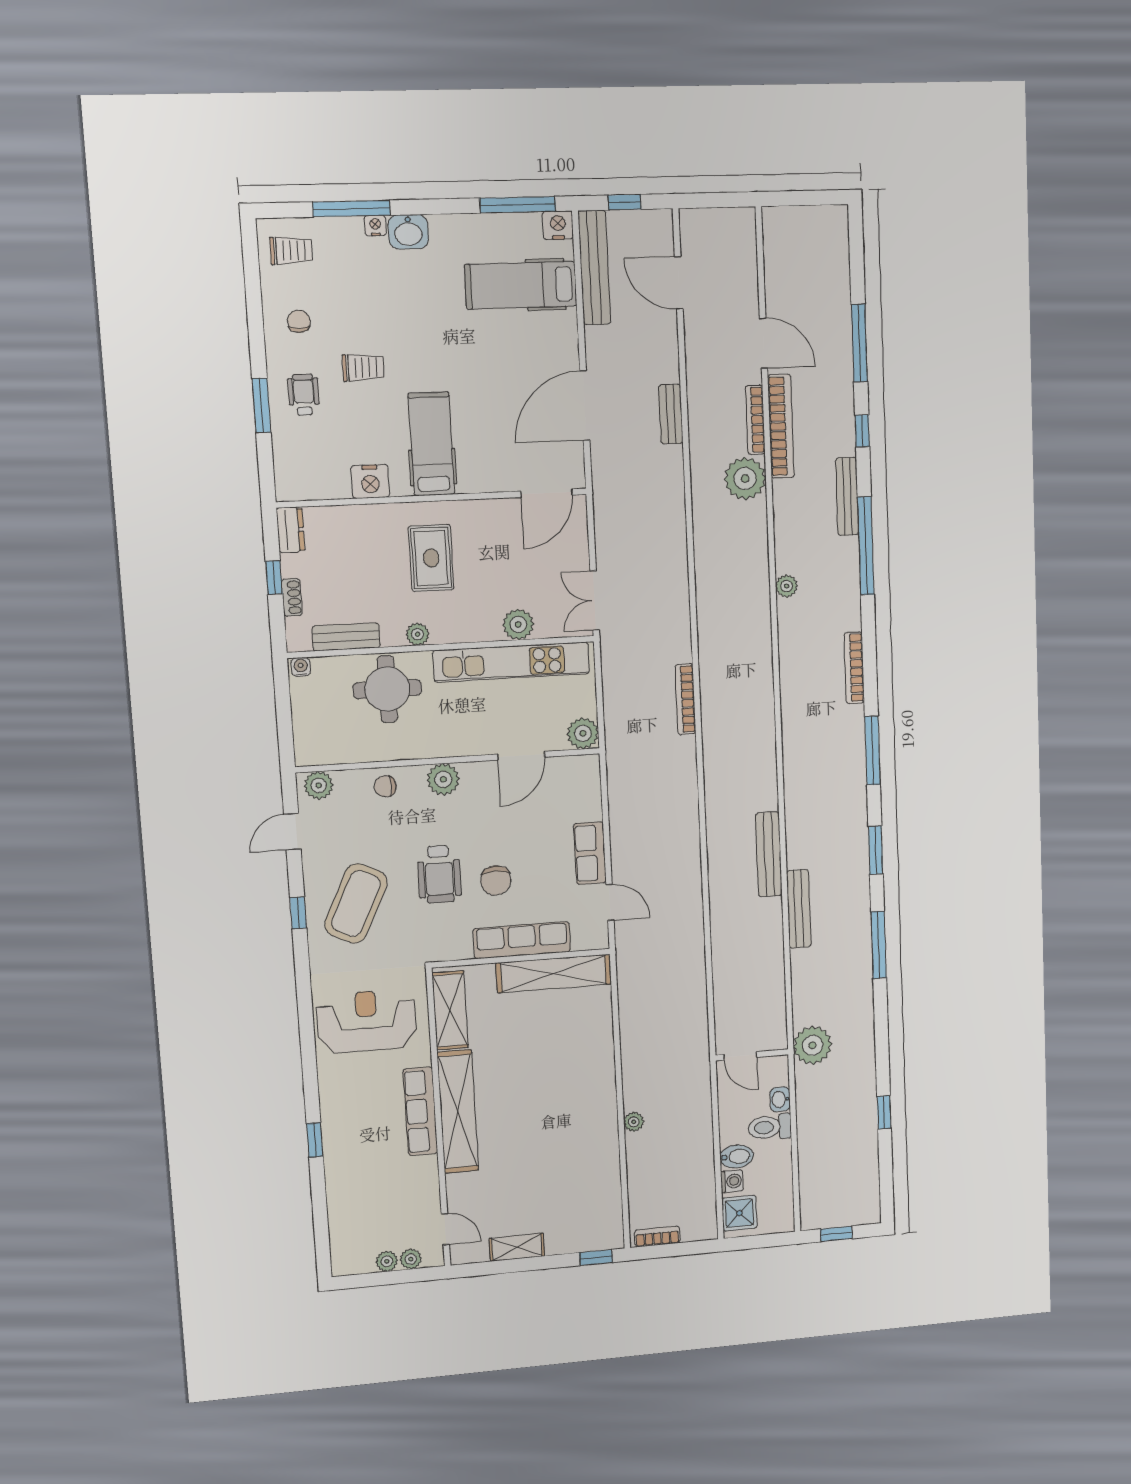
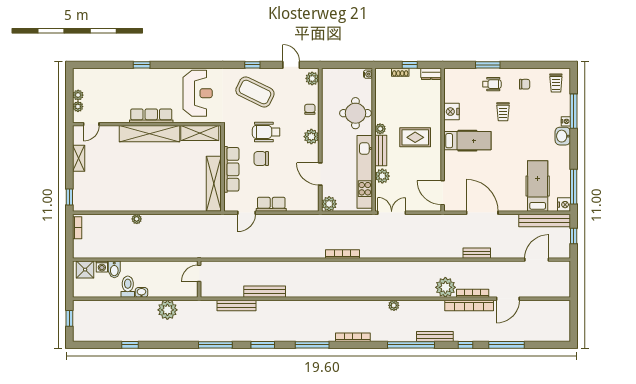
bench: (346, 637) -> (381, 150), moved
wall: (752, 1055) -> (199, 279), moved
door: (740, 1056) -> (199, 273), moved

